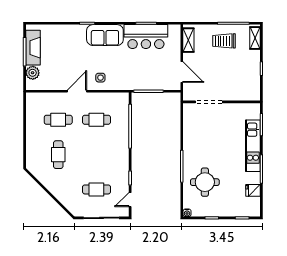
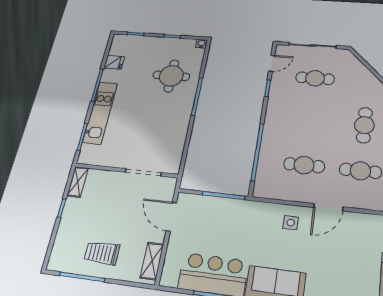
shelving: (255, 38) -> (78, 182), moved
trolley: (224, 41) -> (102, 253), turned 180

